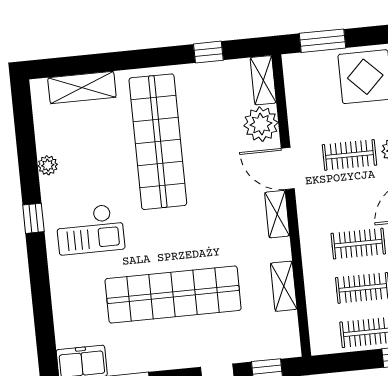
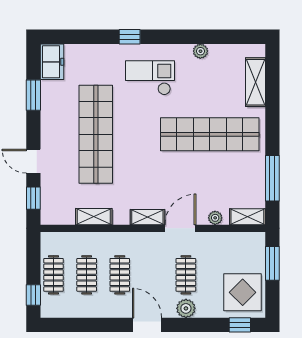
window: (208, 52) -> (272, 178), width x2.17
plant: (261, 124) -> (215, 218), width x0.53, depth x0.53
window: (33, 218) -> (130, 37), moved
checkout: (90, 229) -> (150, 78), turned 90

